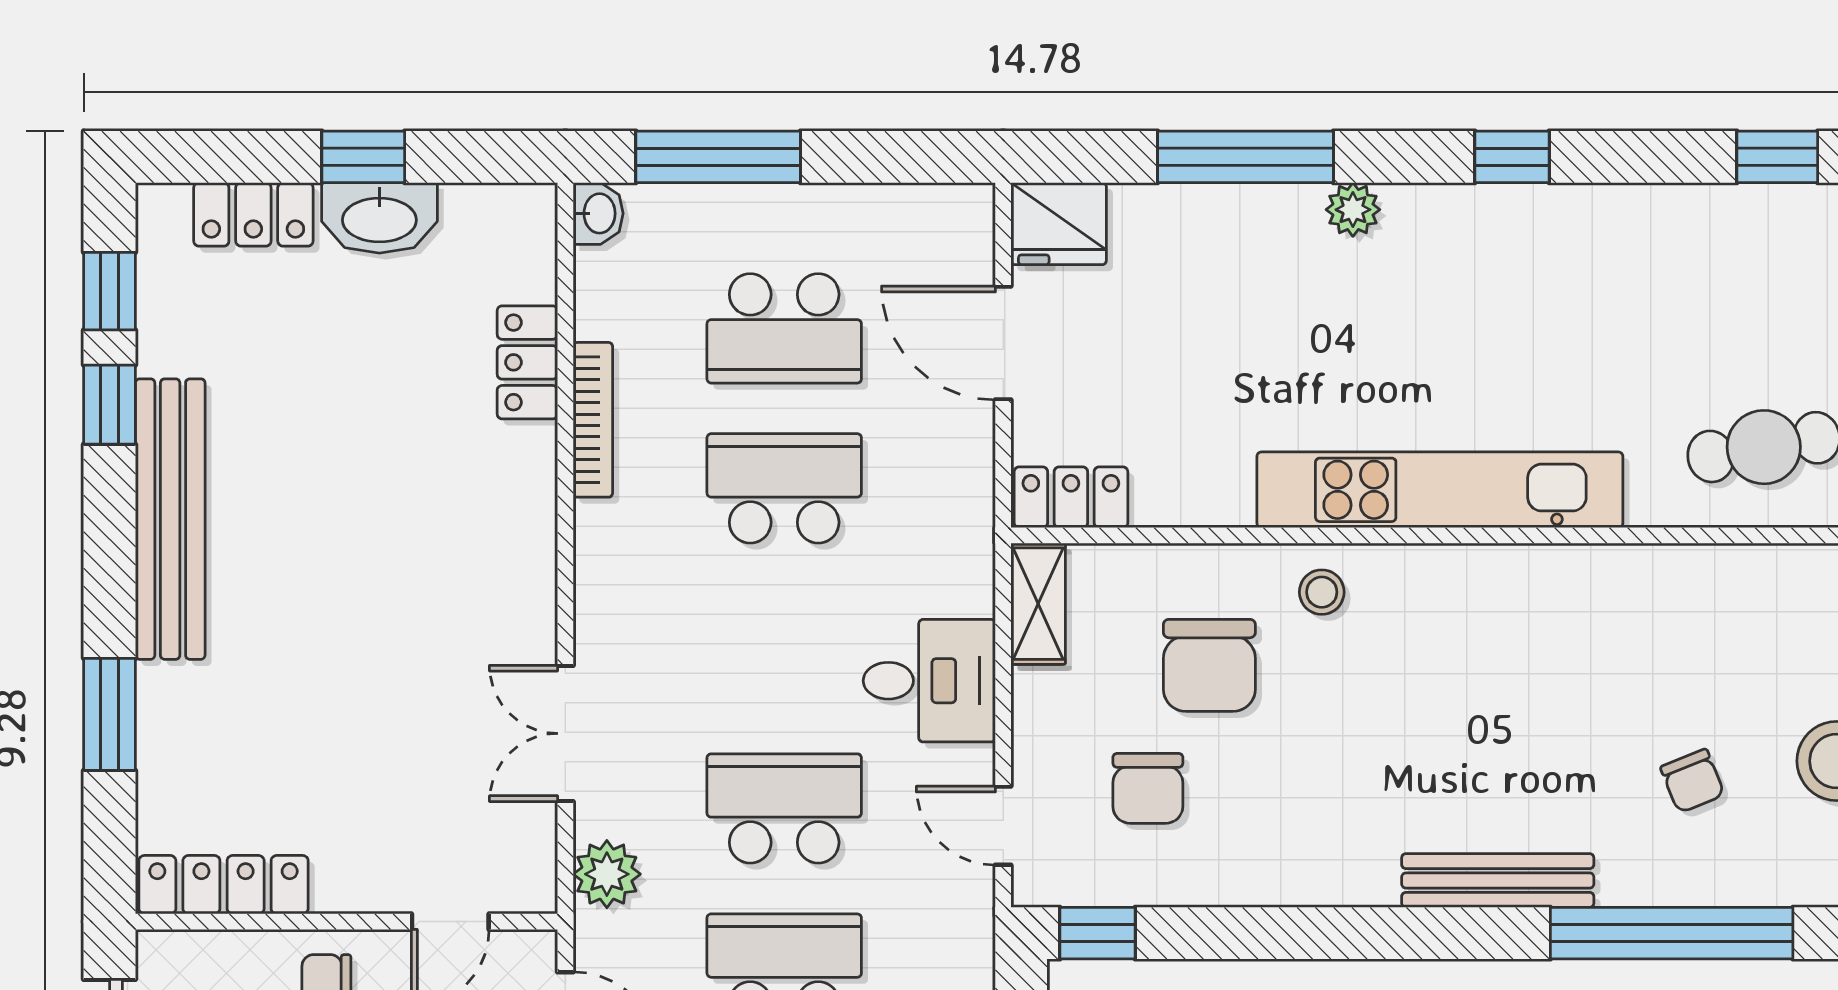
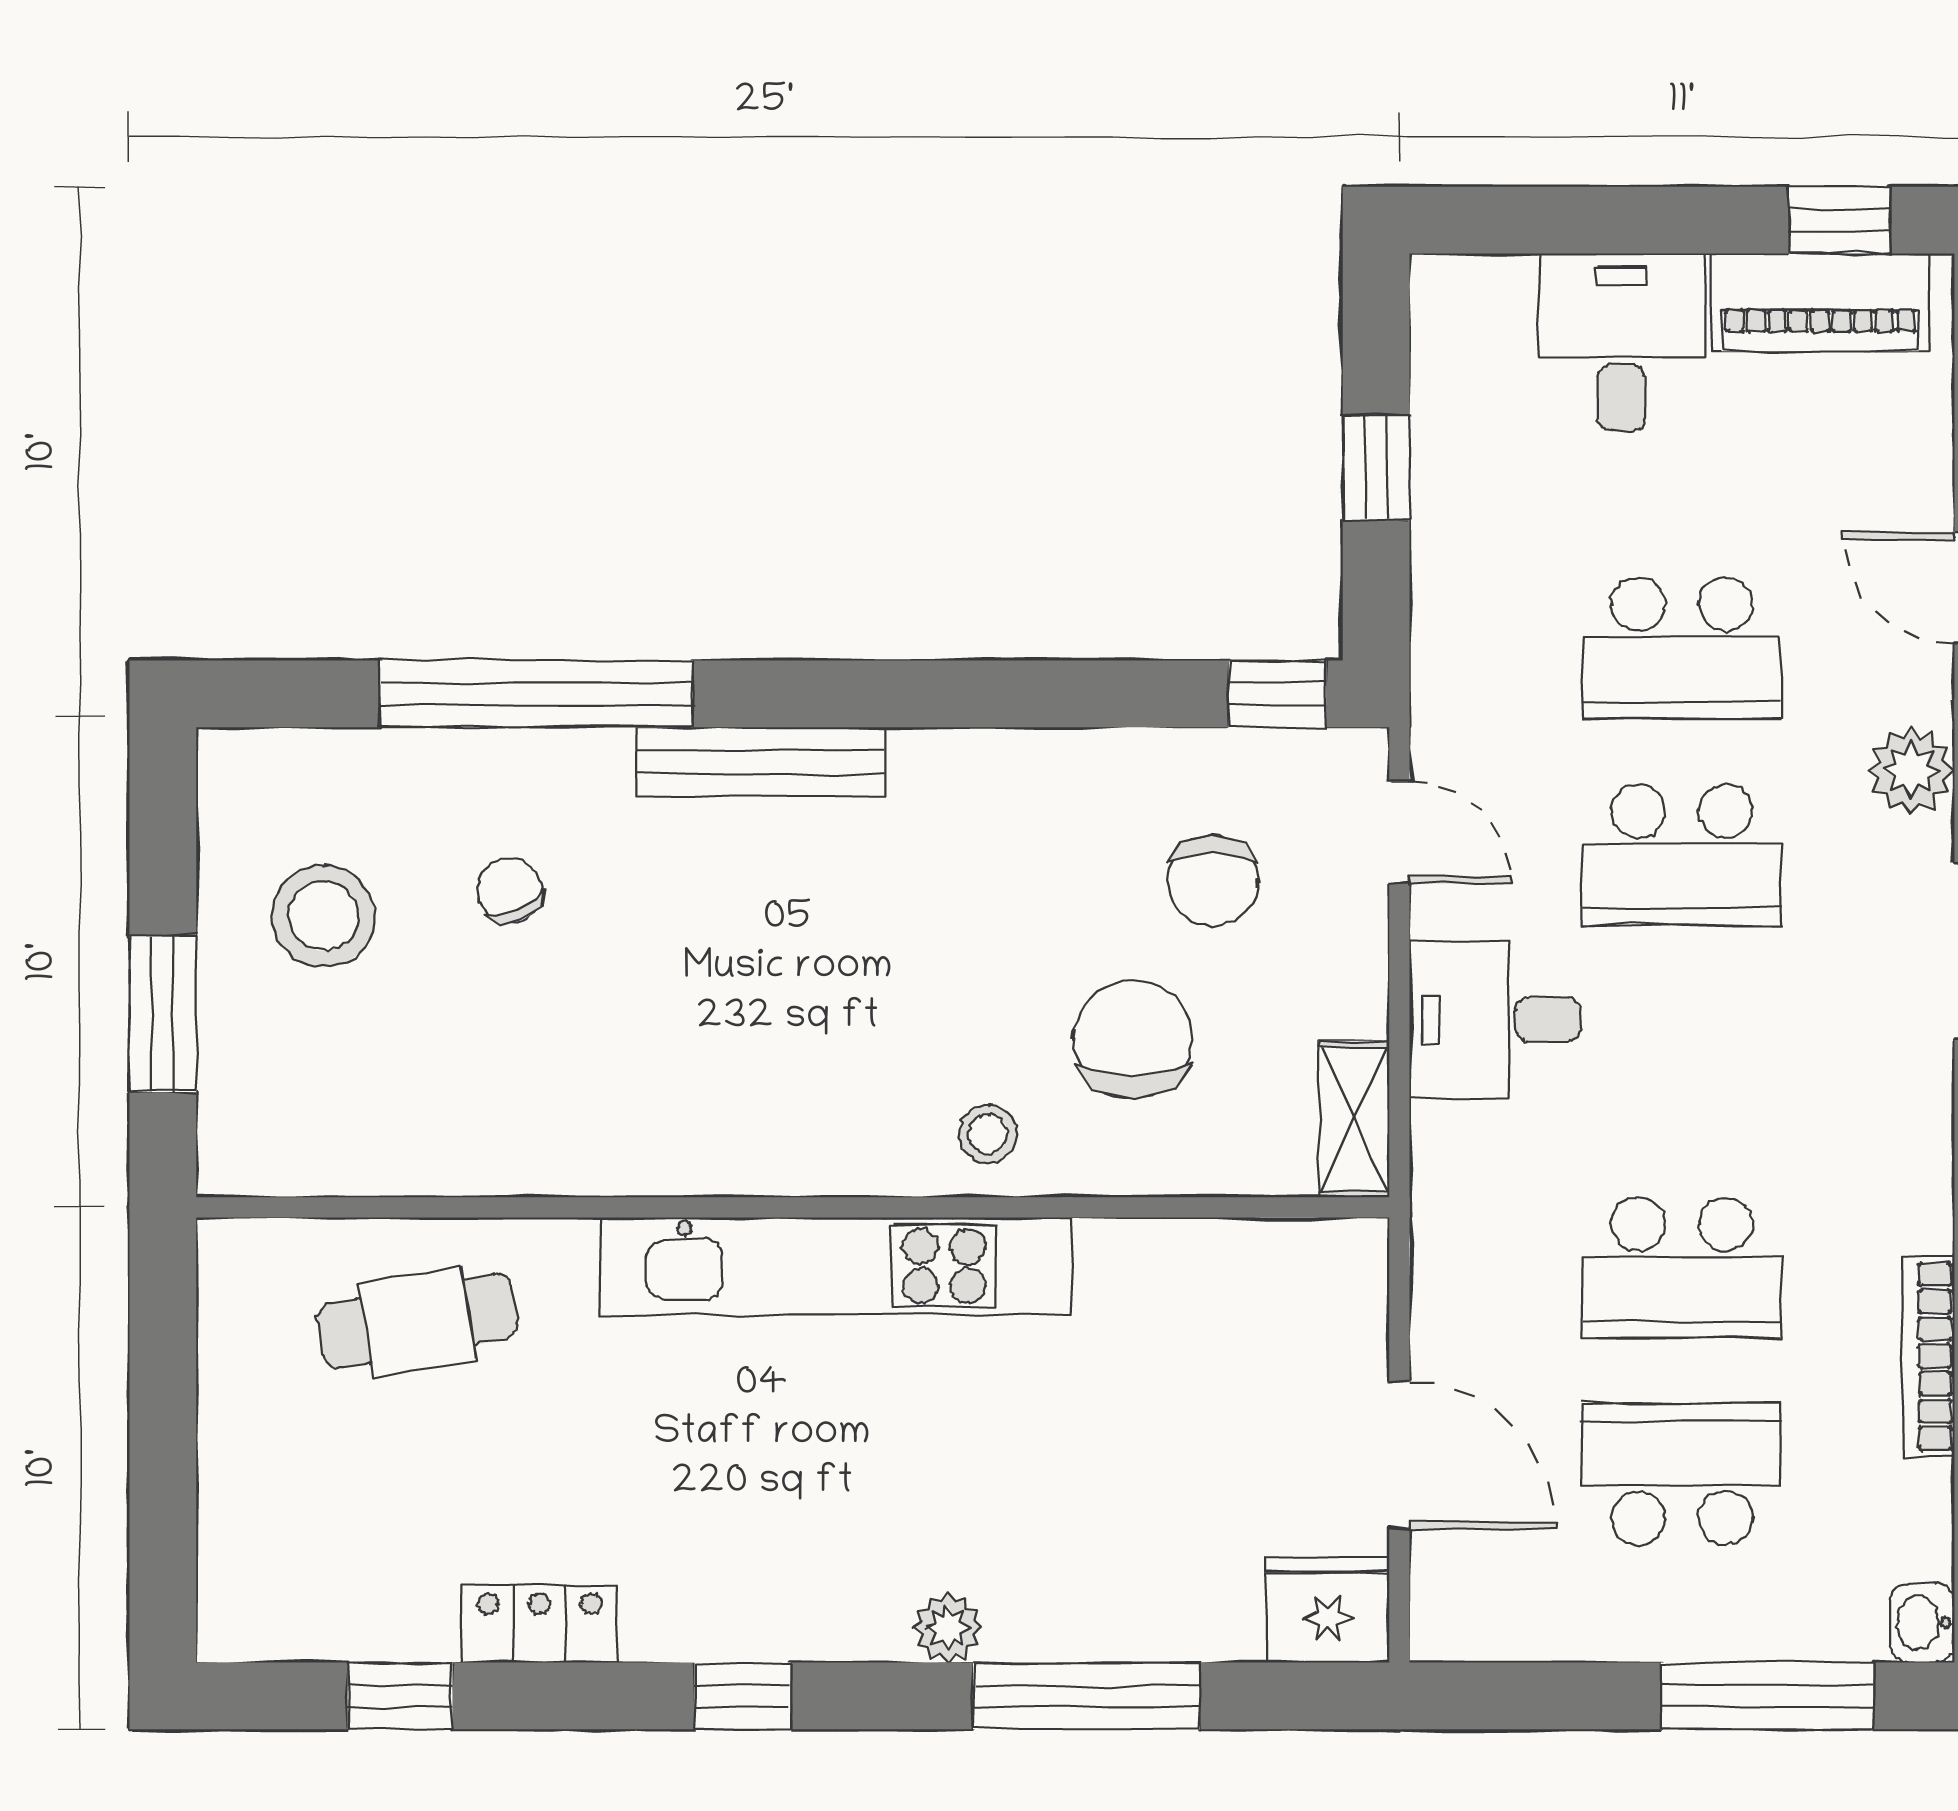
locker: (1071, 497) -> (540, 1624), moved, turned 180
chair: (1148, 788) -> (1213, 881), turned 180

